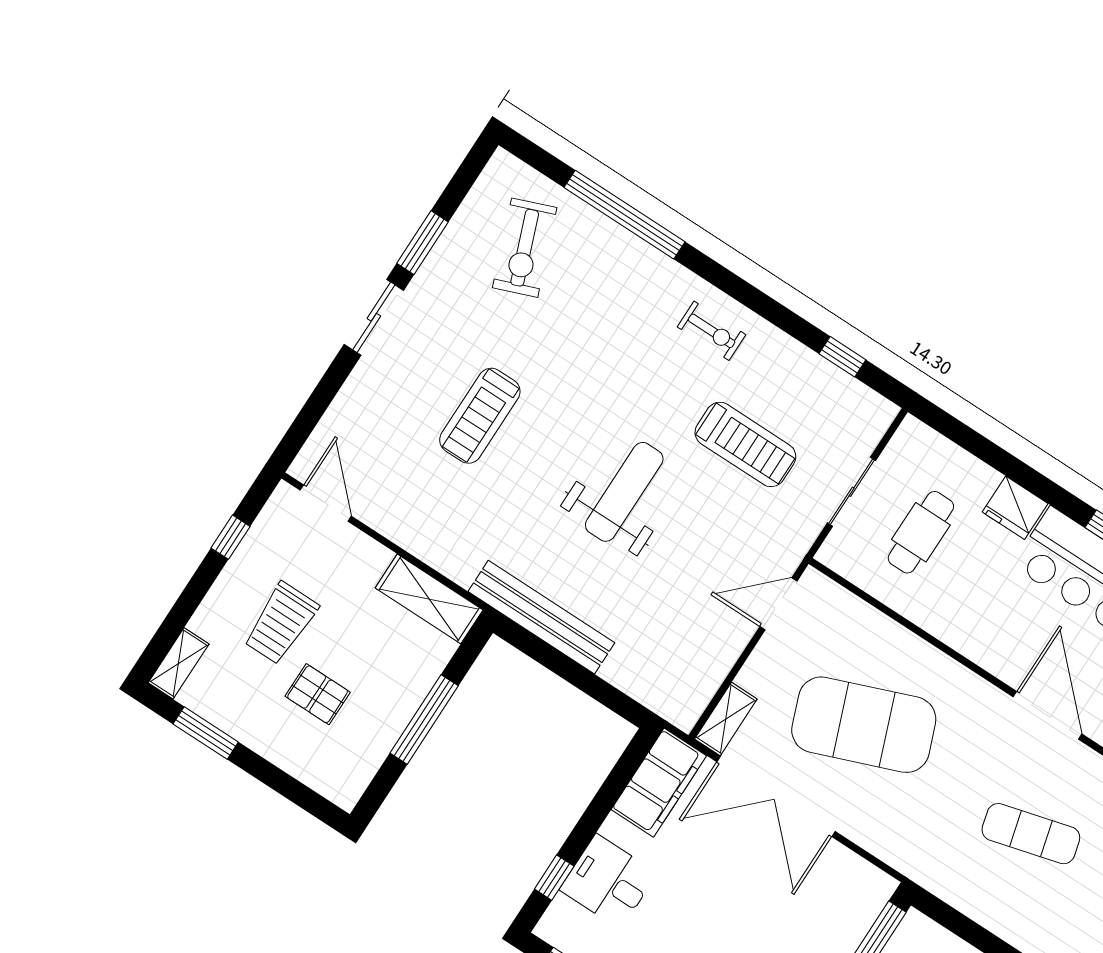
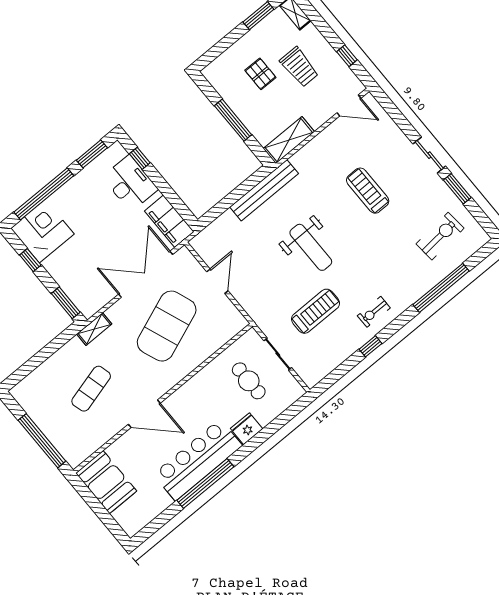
exercise bike: (525, 248) -> (440, 236), turned 106
window: (842, 357) -> (370, 346), moved
treadmill: (745, 444) -> (315, 311), turned 180
door: (778, 604) -> (217, 281), moved
trolley: (281, 623) -> (299, 67), turned 180
pallet: (318, 694) -> (260, 74), turned 90
shelving: (726, 719) -> (94, 329), moved, turned 90
desk: (608, 881) -> (130, 183), width x1.37

